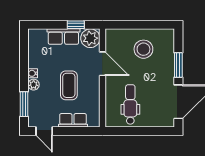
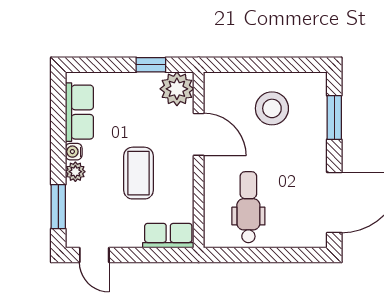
row of seats: (63, 37) -> (79, 112), moved, turned -90
window: (178, 65) -> (334, 118), moved
row of seats: (73, 120) -> (168, 236), moved

